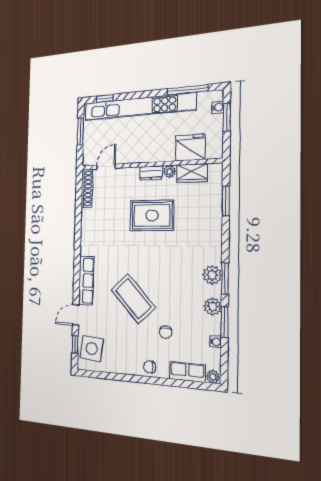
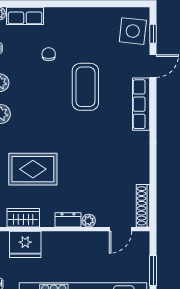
plant: (170, 171) -> (89, 221), moved
rug: (152, 216) -> (33, 169), moved
coffee table: (133, 299) -> (85, 87), turned 43
chair: (149, 367) -> (66, 17), removed

